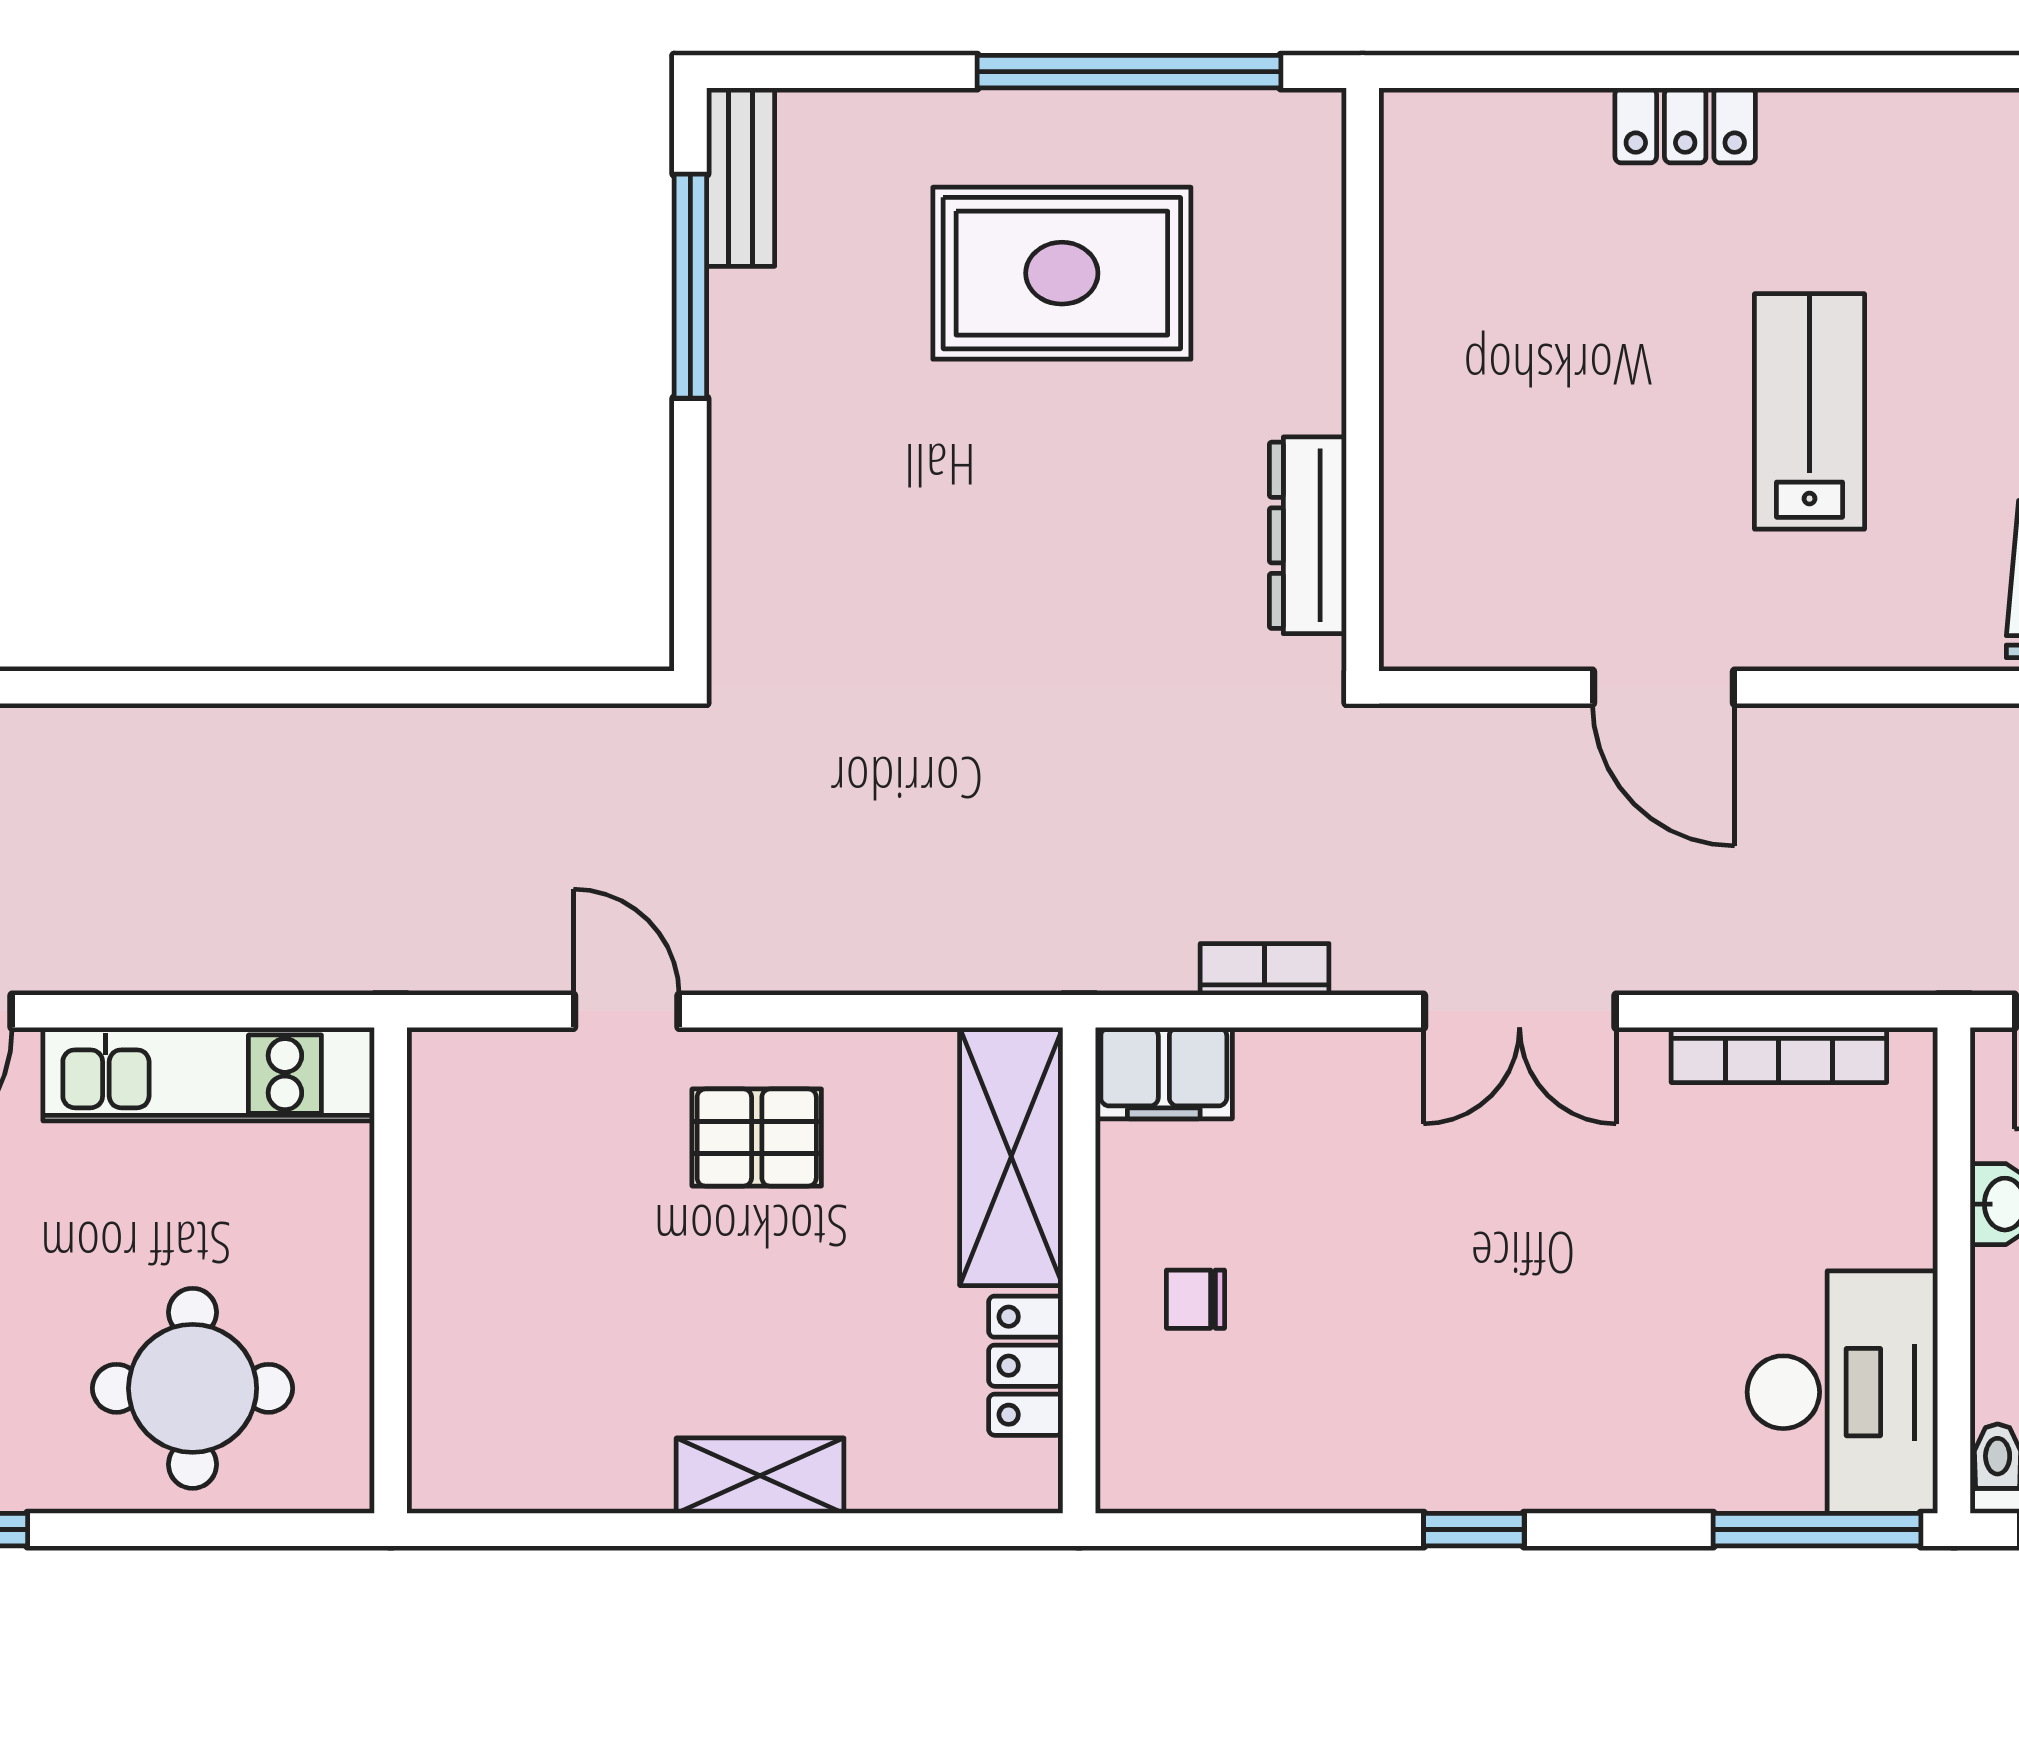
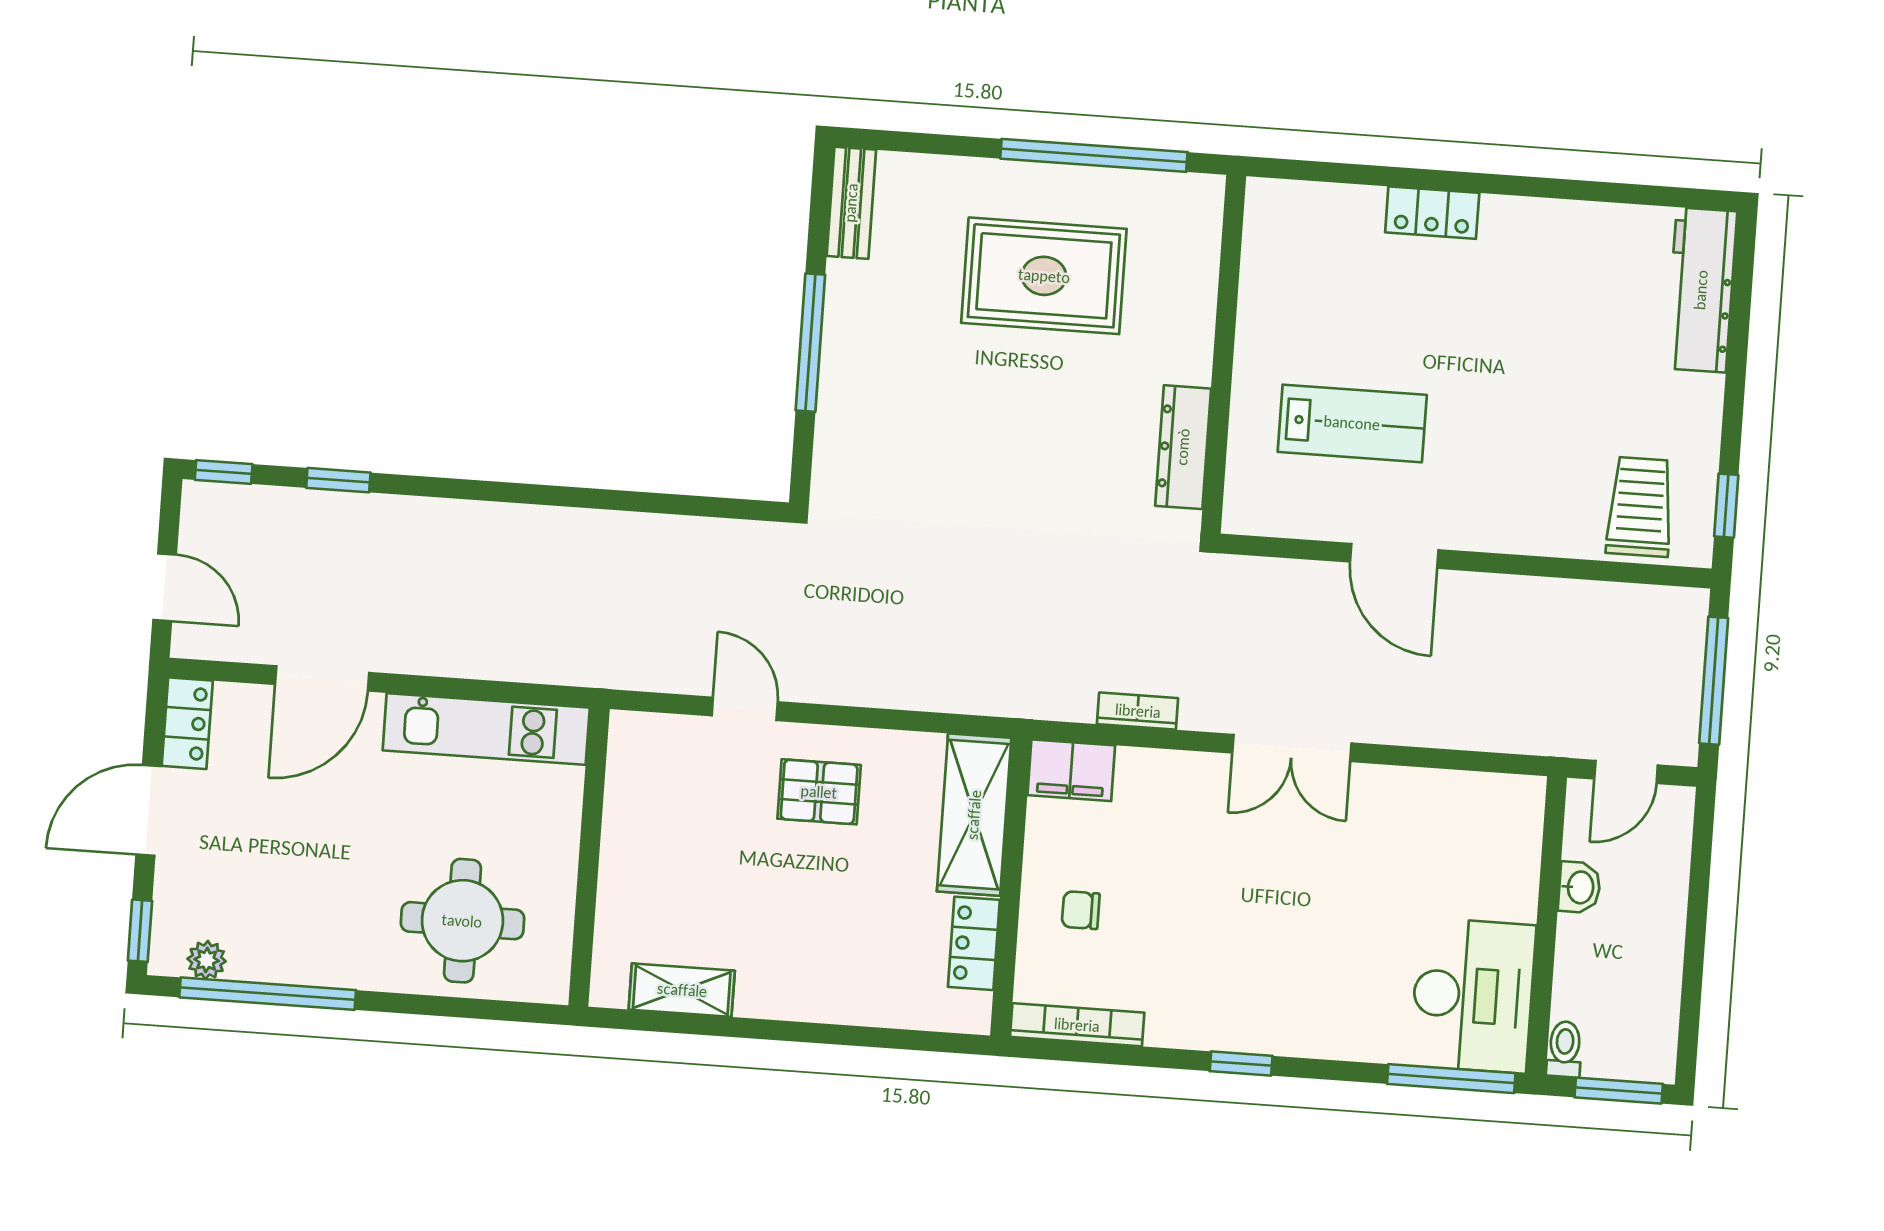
window: (690, 286) -> (810, 343), moved
lab bench: (1809, 411) -> (1352, 423), moved, turned 90
bookcase: (1779, 1055) -> (1077, 1025), moved, turned 180
shelving: (760, 1476) -> (682, 990), moved

